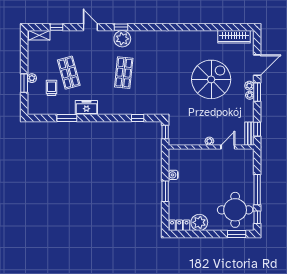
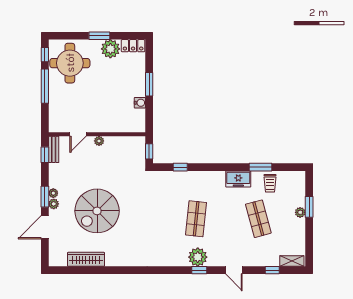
wardrobe: (234, 37) -> (86, 259), moved
trolley: (52, 88) -> (270, 183), moved
window: (237, 234) -> (99, 36), moved

